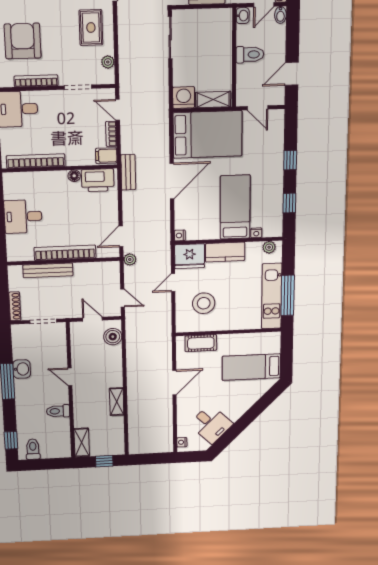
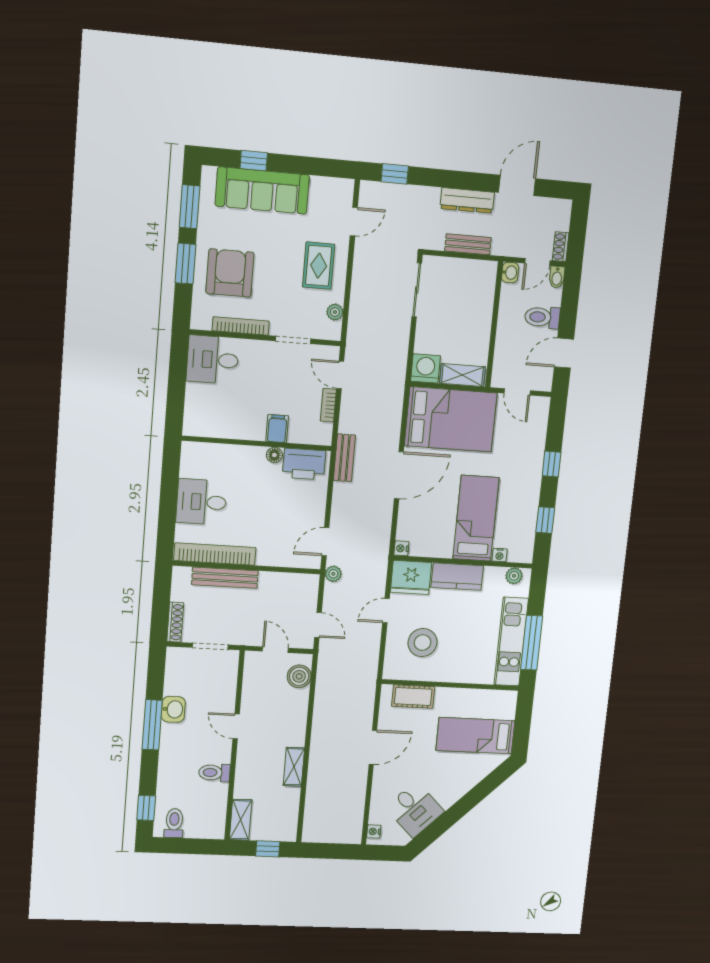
toilet: (250, 55) -> (542, 317), moved, turned 180
filing cabinet: (106, 156) -> (277, 429), moved, turned 90
bookcase: (36, 161) -> (227, 430), removed
bookcase: (65, 253) -> (215, 554), moved

